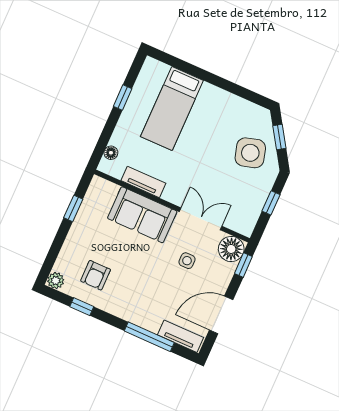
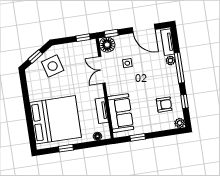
bed: (172, 108) -> (55, 120), width x2.04
window: (271, 203) -> (83, 38), moved
sofa: (142, 215) -> (121, 113), moved
plant: (152, 324) -> (170, 61), added
window: (149, 337) -> (179, 68), moved

